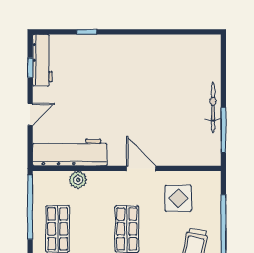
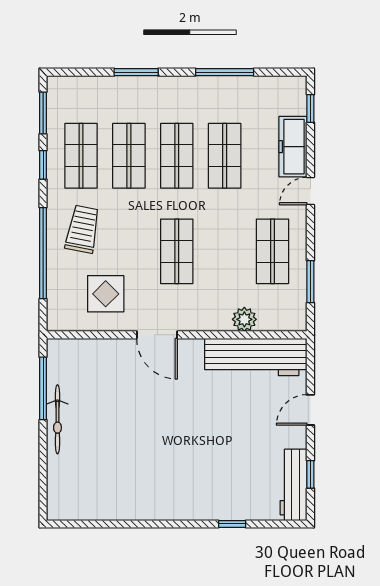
window: (30, 207) -> (310, 282), width x0.47

